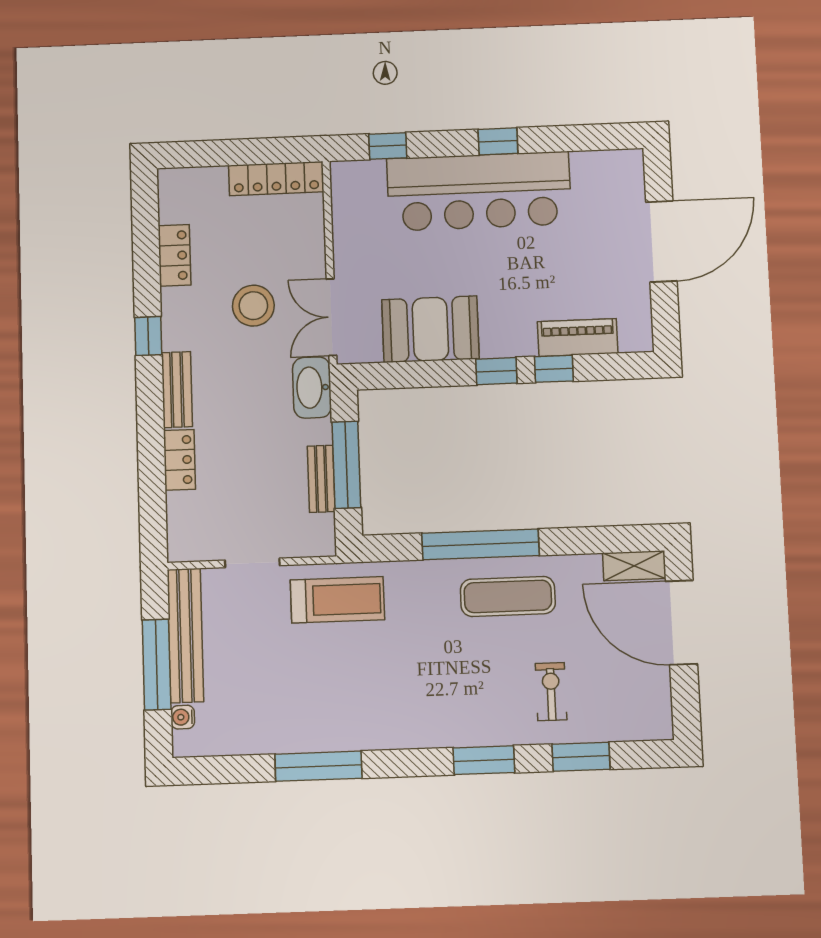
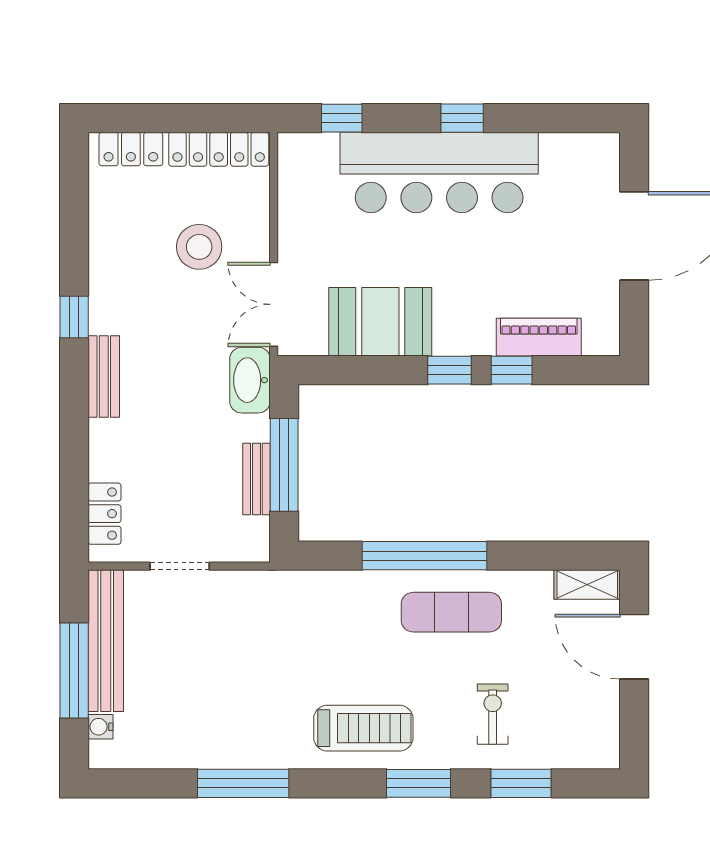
locker: (174, 255) -> (131, 149), moved, turned 90
stool: (253, 306) -> (199, 247), moved
locker: (179, 460) -> (104, 514), moved
treadmill: (337, 600) -> (363, 728), moved
door: (681, 623) -> (634, 647), width x0.73

